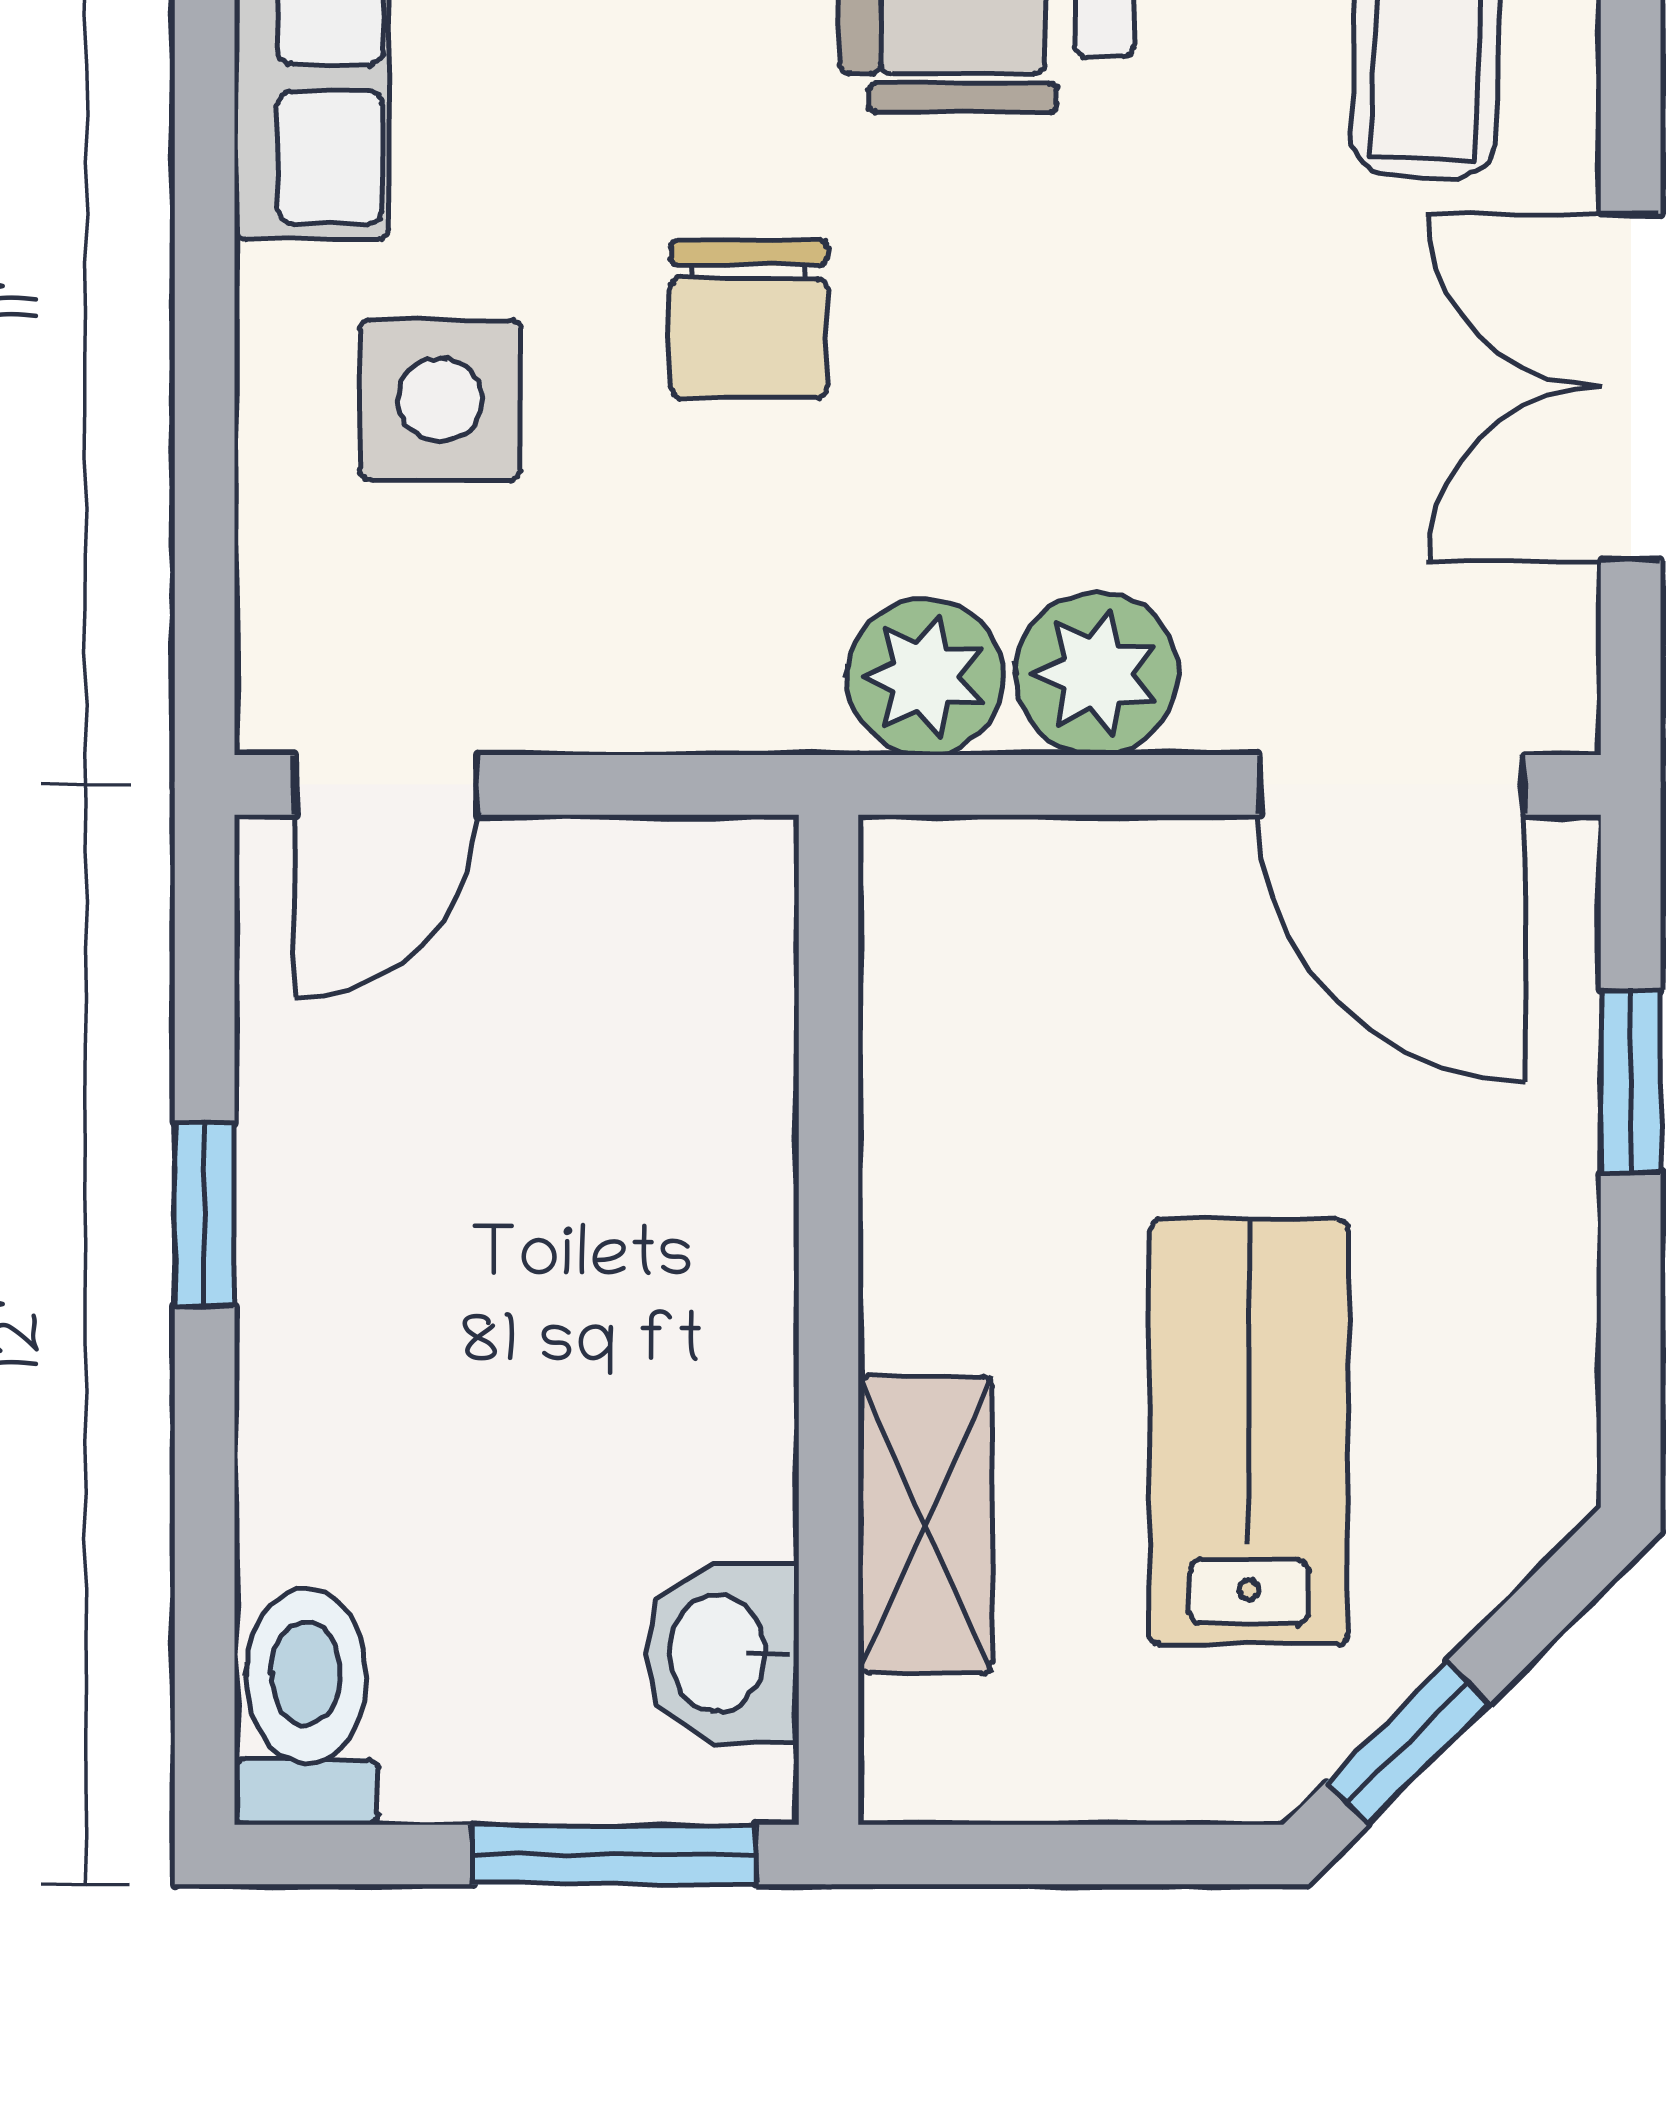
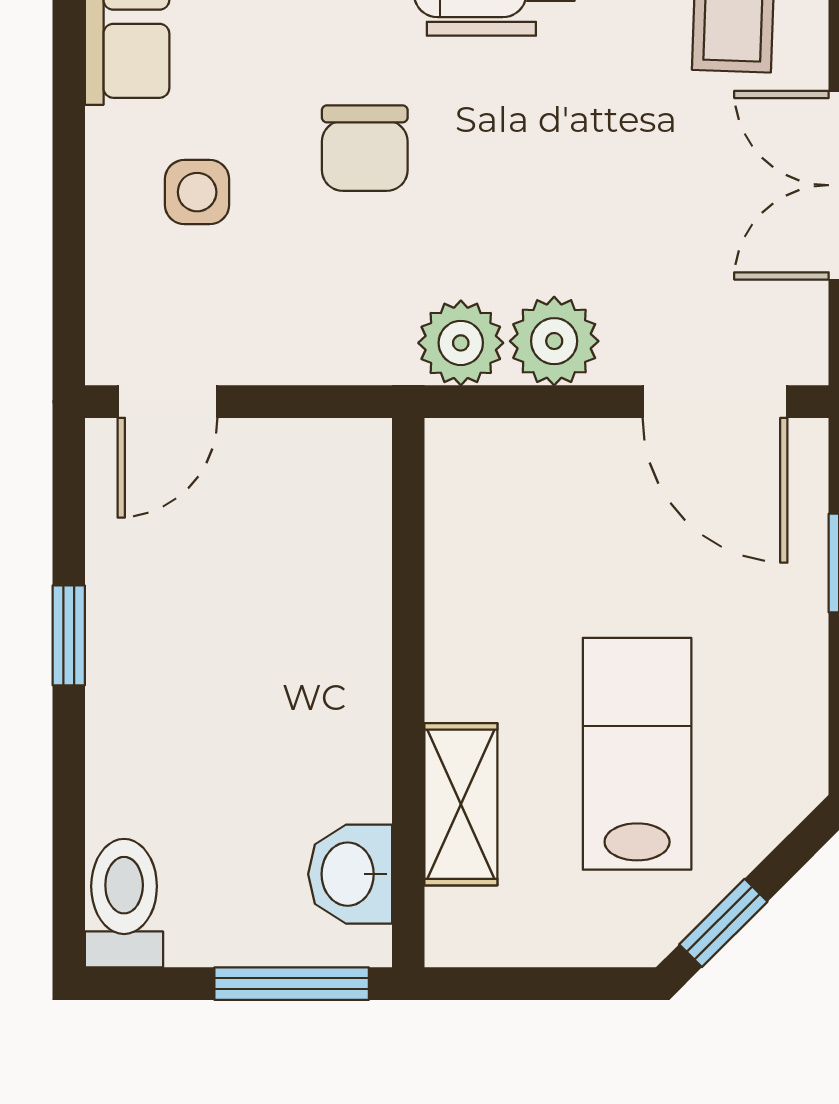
side table: (440, 400) -> (197, 192), width x0.73, depth x0.73

